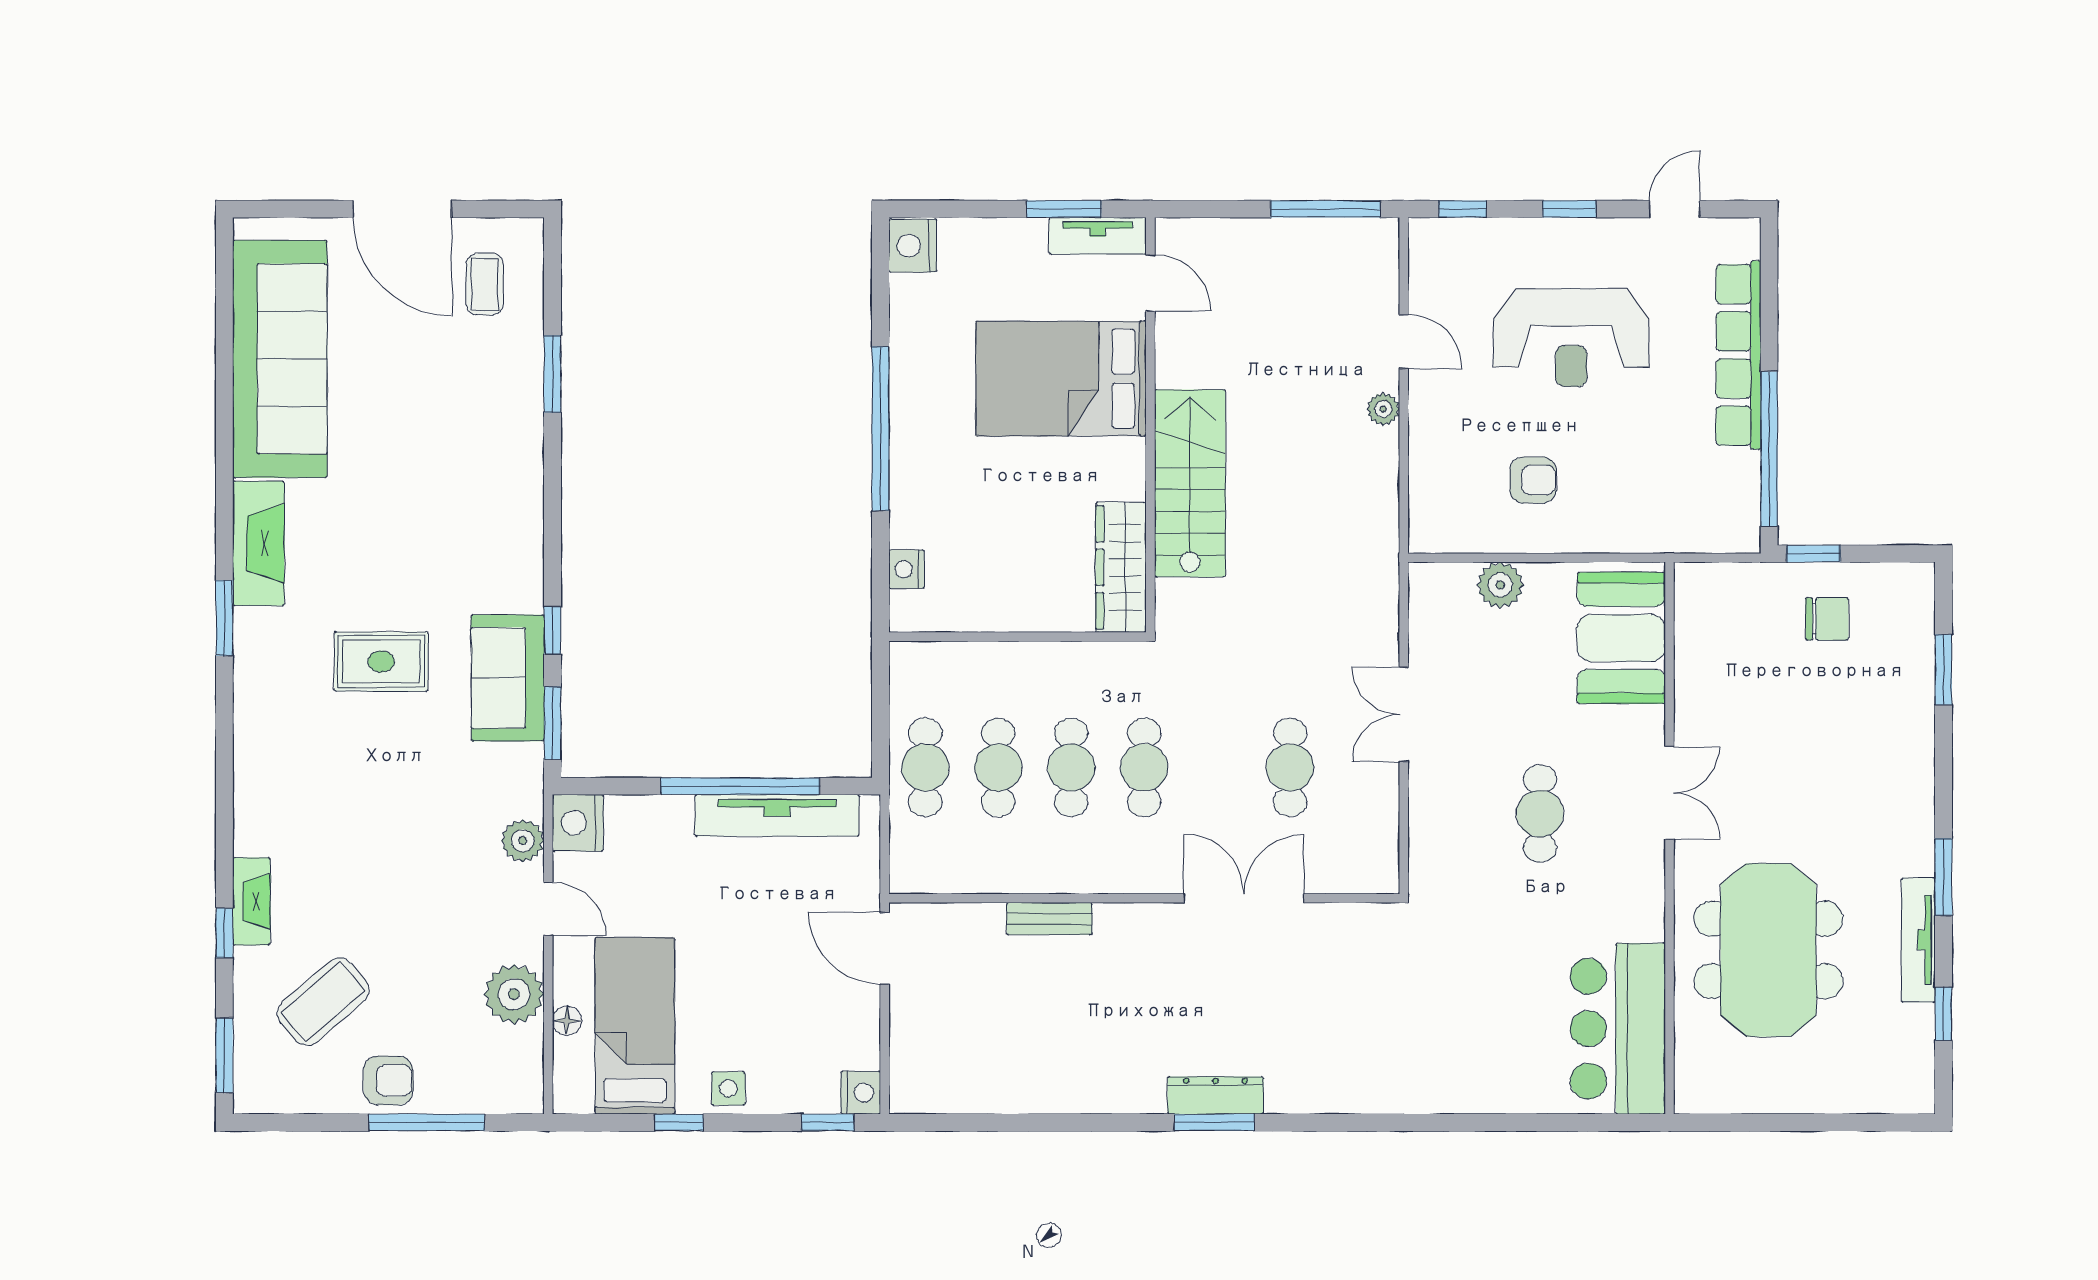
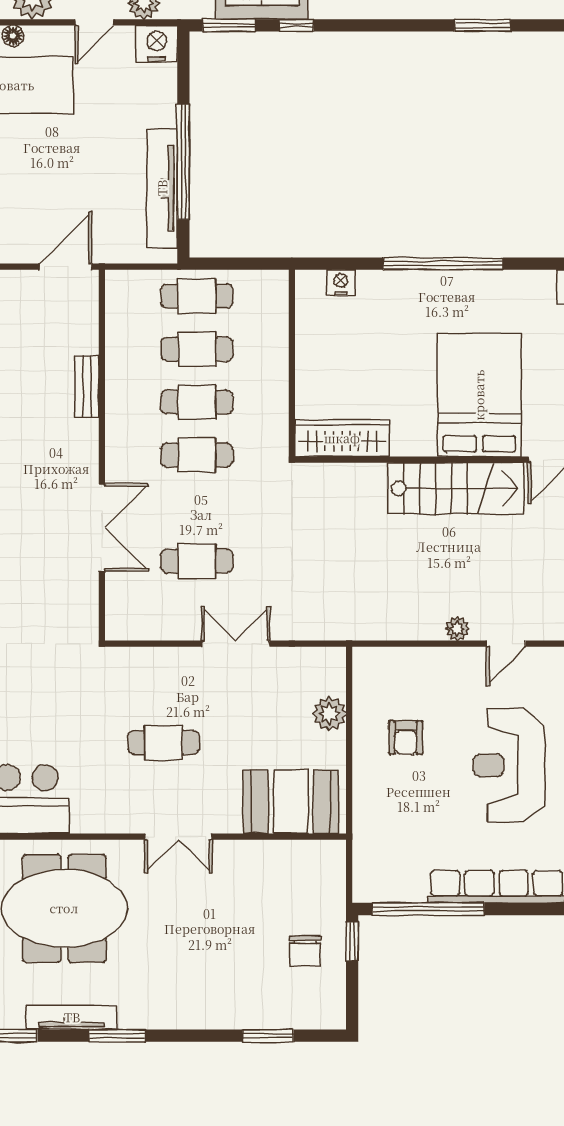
stairs: (1190, 483) -> (456, 488), moved

